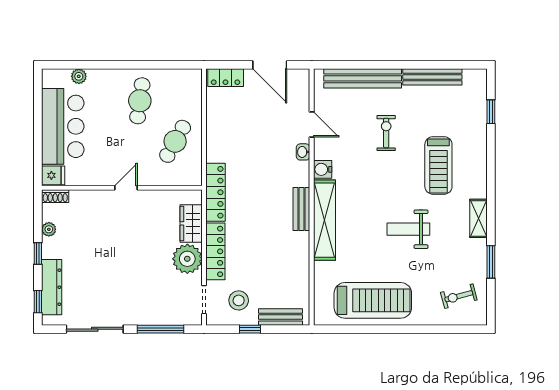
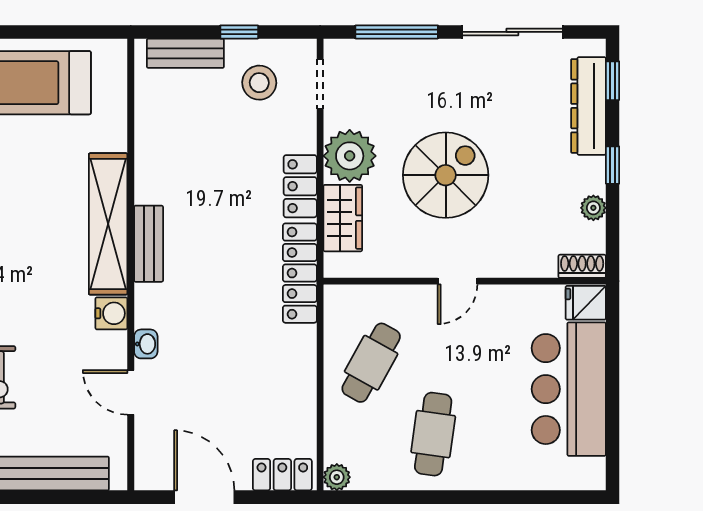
plant: (79, 76) -> (337, 477), moved
spiral stairs: (133, 248) -> (446, 175), added
locker: (215, 251) -> (300, 186), width x0.66

